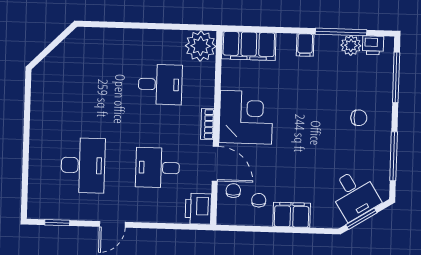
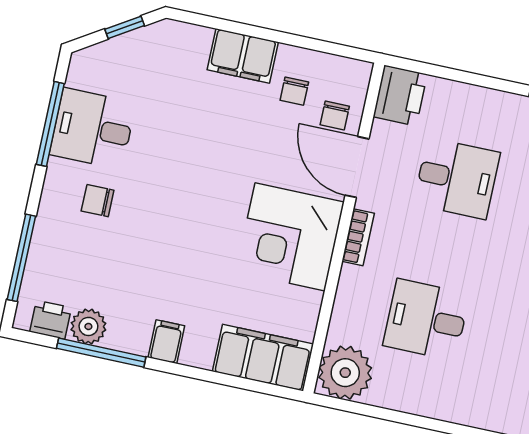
desk: (354, 195) -> (93, 129), moved, turned -58
window: (361, 219) -> (125, 27), width x0.67

